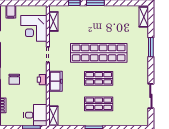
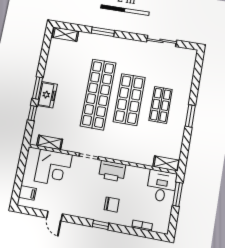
shop shelf: (99, 78) -> (129, 100), width x1.43, depth x1.36
printer: (42, 80) -> (112, 171), width x1.87, depth x1.48
freezer: (56, 81) -> (47, 95), moved, turned 90

